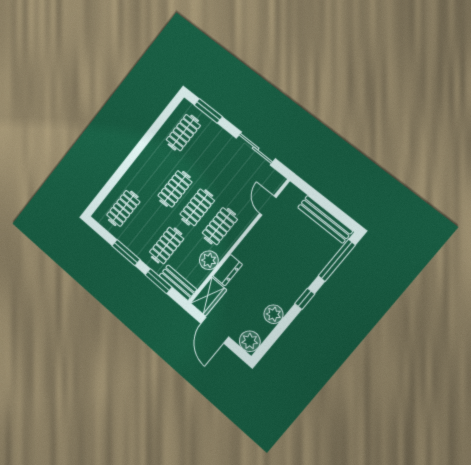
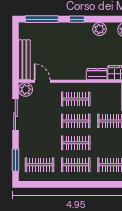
clothes rail: (153, 171) -> (76, 165), added
door: (268, 205) -> (42, 81), swing flipped
bench: (325, 219) -> (24, 60), moved
plant: (209, 260) -> (26, 89), moved

